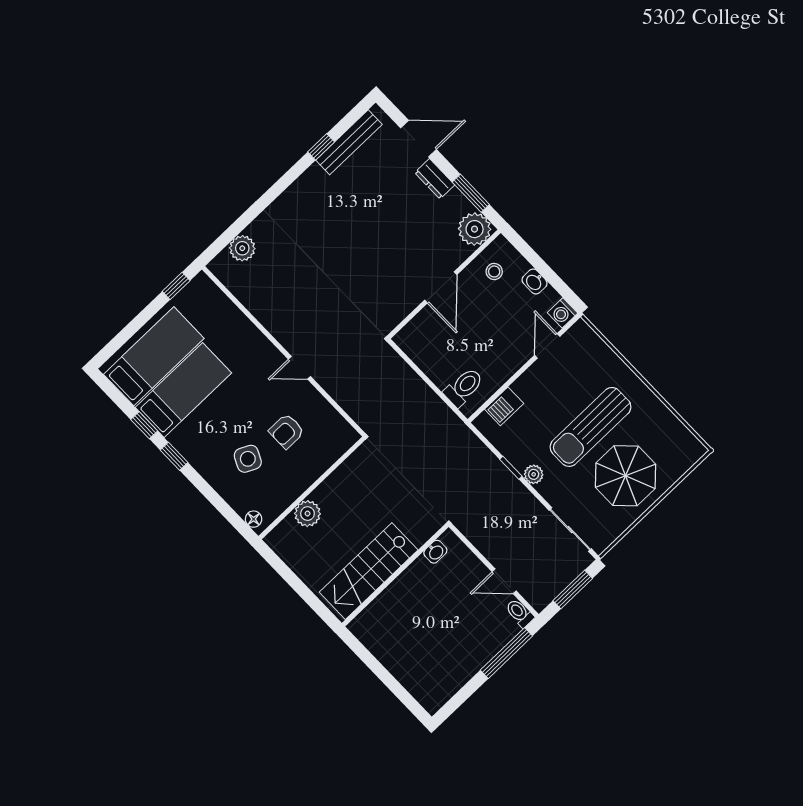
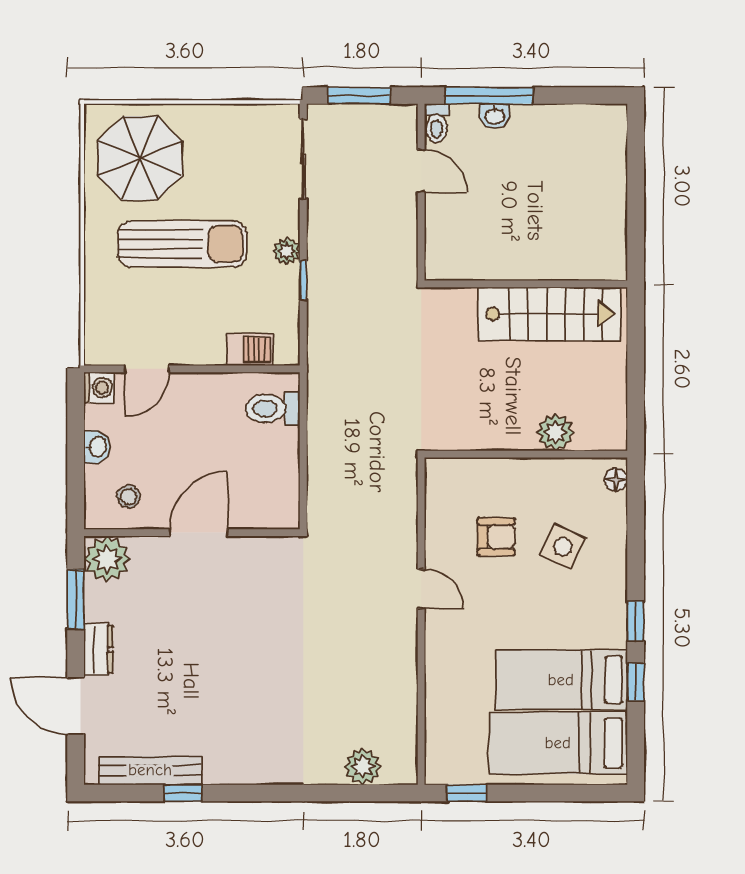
parasol: (626, 476) -> (140, 158), moved
washbasin: (435, 552) -> (495, 116), moved, turned 180

